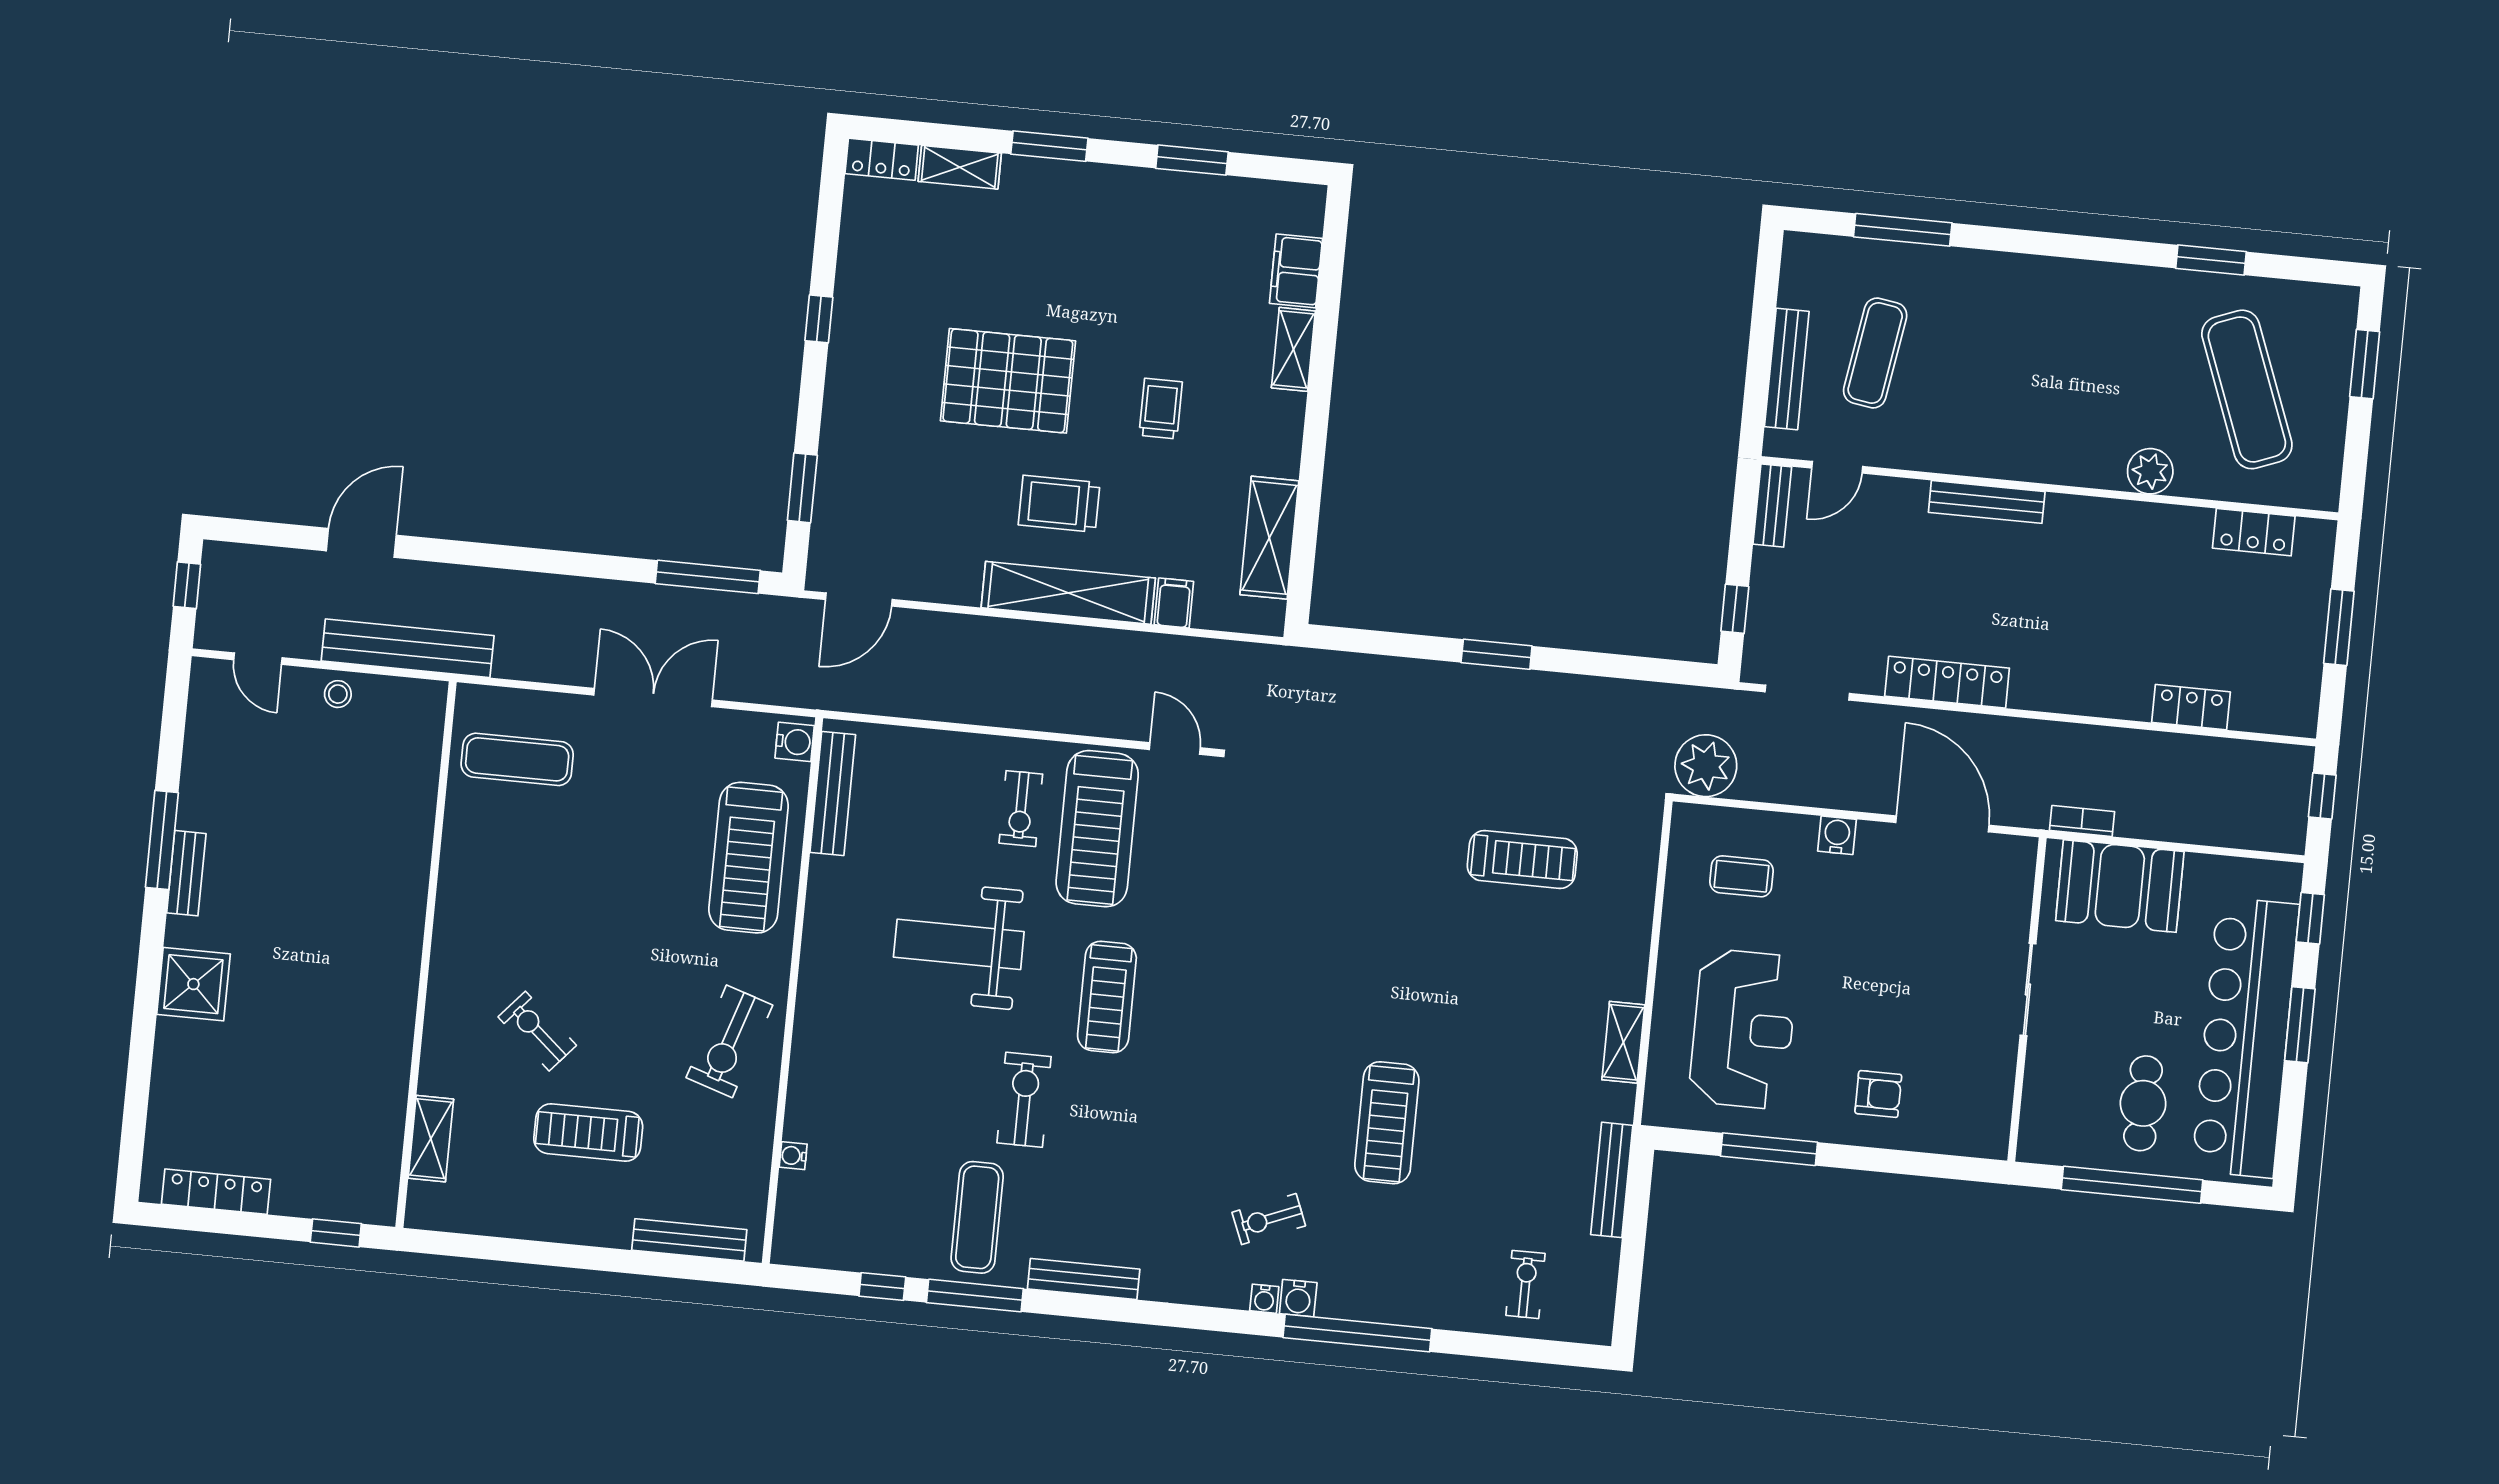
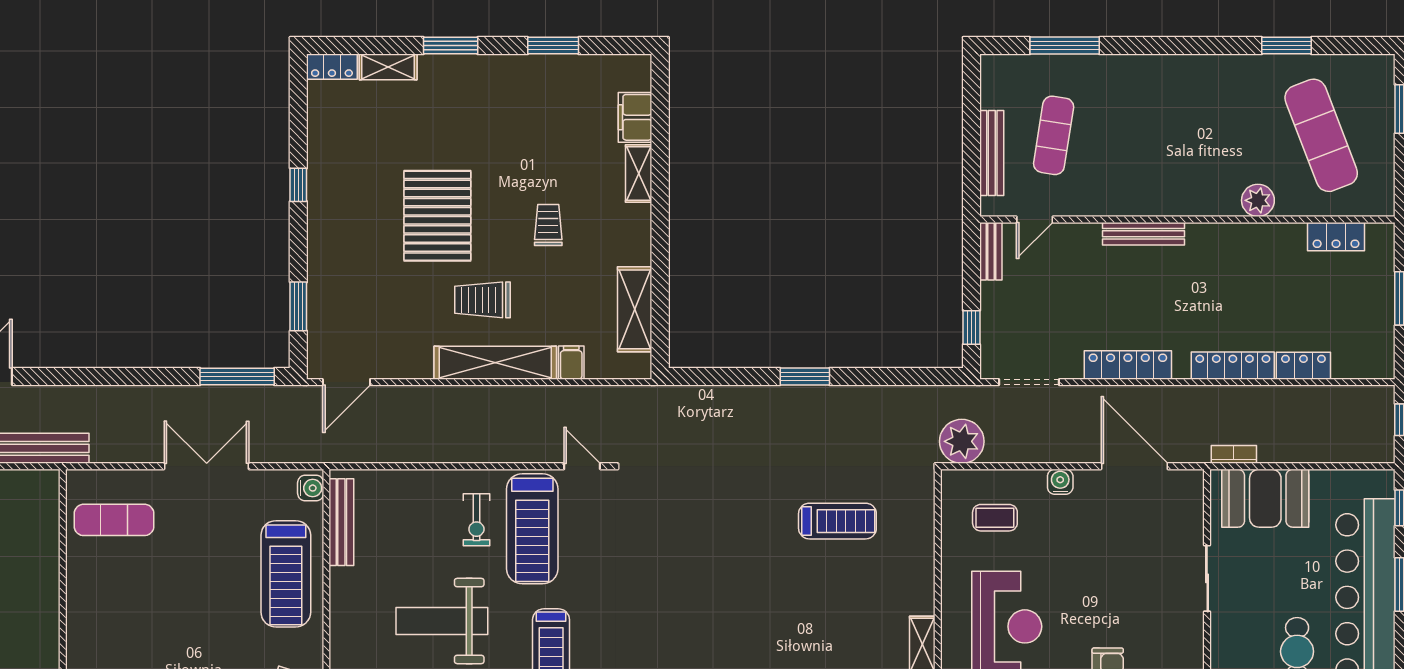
pallet: (1008, 381) -> (437, 216), turned 90
locker: (2093, 697) -> (1233, 366), added

